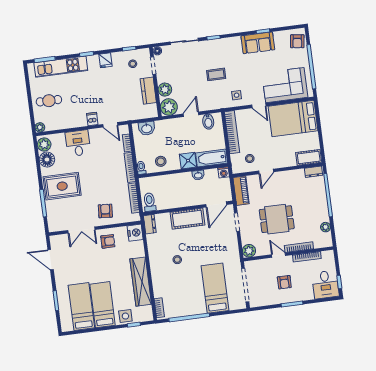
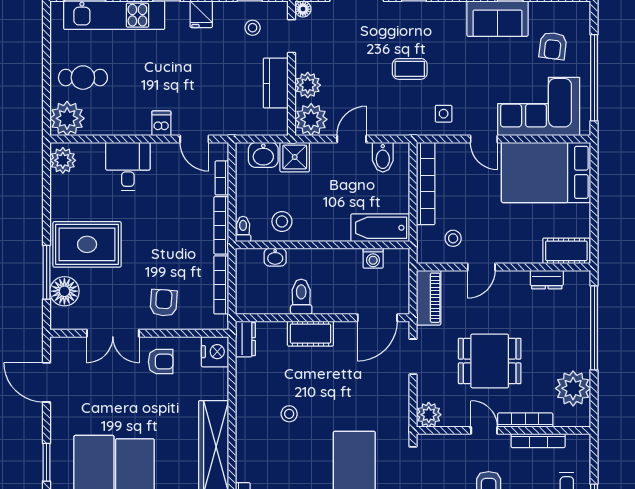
armchair: (297, 41) -> (553, 46), moved
plant: (40, 127) -> (67, 118), width x1.87, depth x1.87
floor lamp: (47, 160) -> (64, 291), moved
shower: (188, 161) -> (295, 157), moved
washing machine: (224, 172) -> (373, 258), moved
dresser: (314, 172) -> (547, 280), moved
washbasin: (198, 175) -> (275, 257), moved
toilet: (150, 202) -> (301, 297), moved
cot: (187, 219) -> (310, 334), width x0.73, depth x0.75
plant: (326, 227) -> (573, 388), width x1.88, depth x1.88

